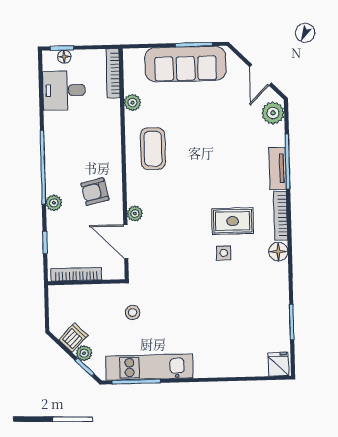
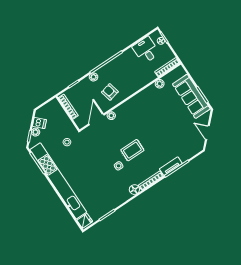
door: (261, 75) -> (207, 133), hinge flipped
plant: (273, 113) -> (194, 149), removed
coffee table: (153, 149) -> (145, 106), removed
rug: (233, 221) -> (132, 150), moved, turned 90
kitchen unit: (149, 367) -> (58, 181), width x1.86

